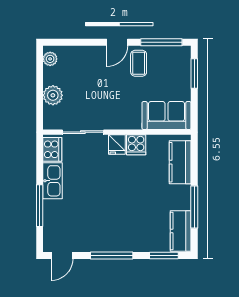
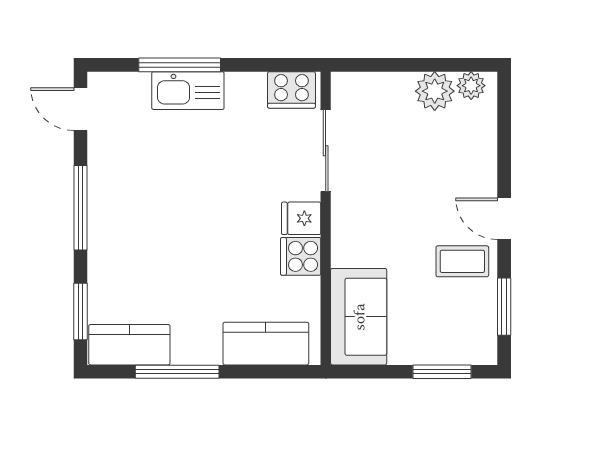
window: (161, 42) -> (504, 307), width x0.69
plant: (53, 95) -> (435, 91), moved
kitchen sink: (53, 181) -> (188, 91), moved

